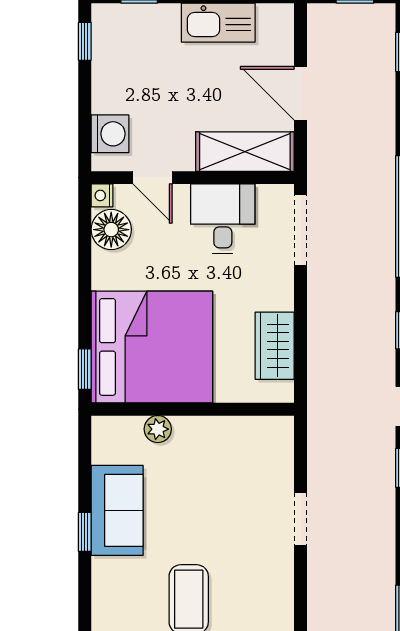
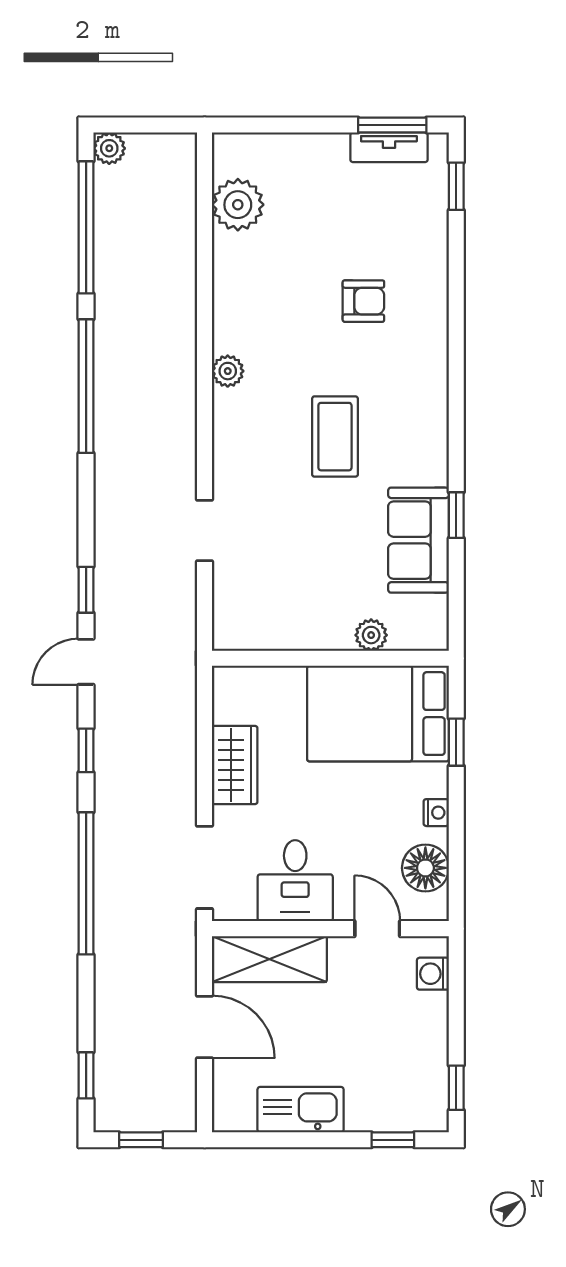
washing machine: (110, 134) -> (433, 974), width x0.73, depth x0.73
nightstand: (102, 195) -> (436, 813), moved
wardrobe: (275, 346) -> (235, 765), moved
bed: (152, 347) -> (378, 714), width x0.73
window: (85, 369) -> (456, 742), moved

